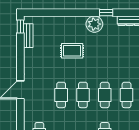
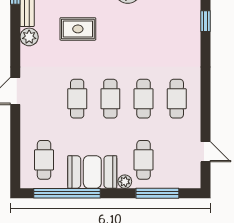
rug: (72, 51) -> (78, 29), moved
plant: (30, 54) -> (29, 37), added

